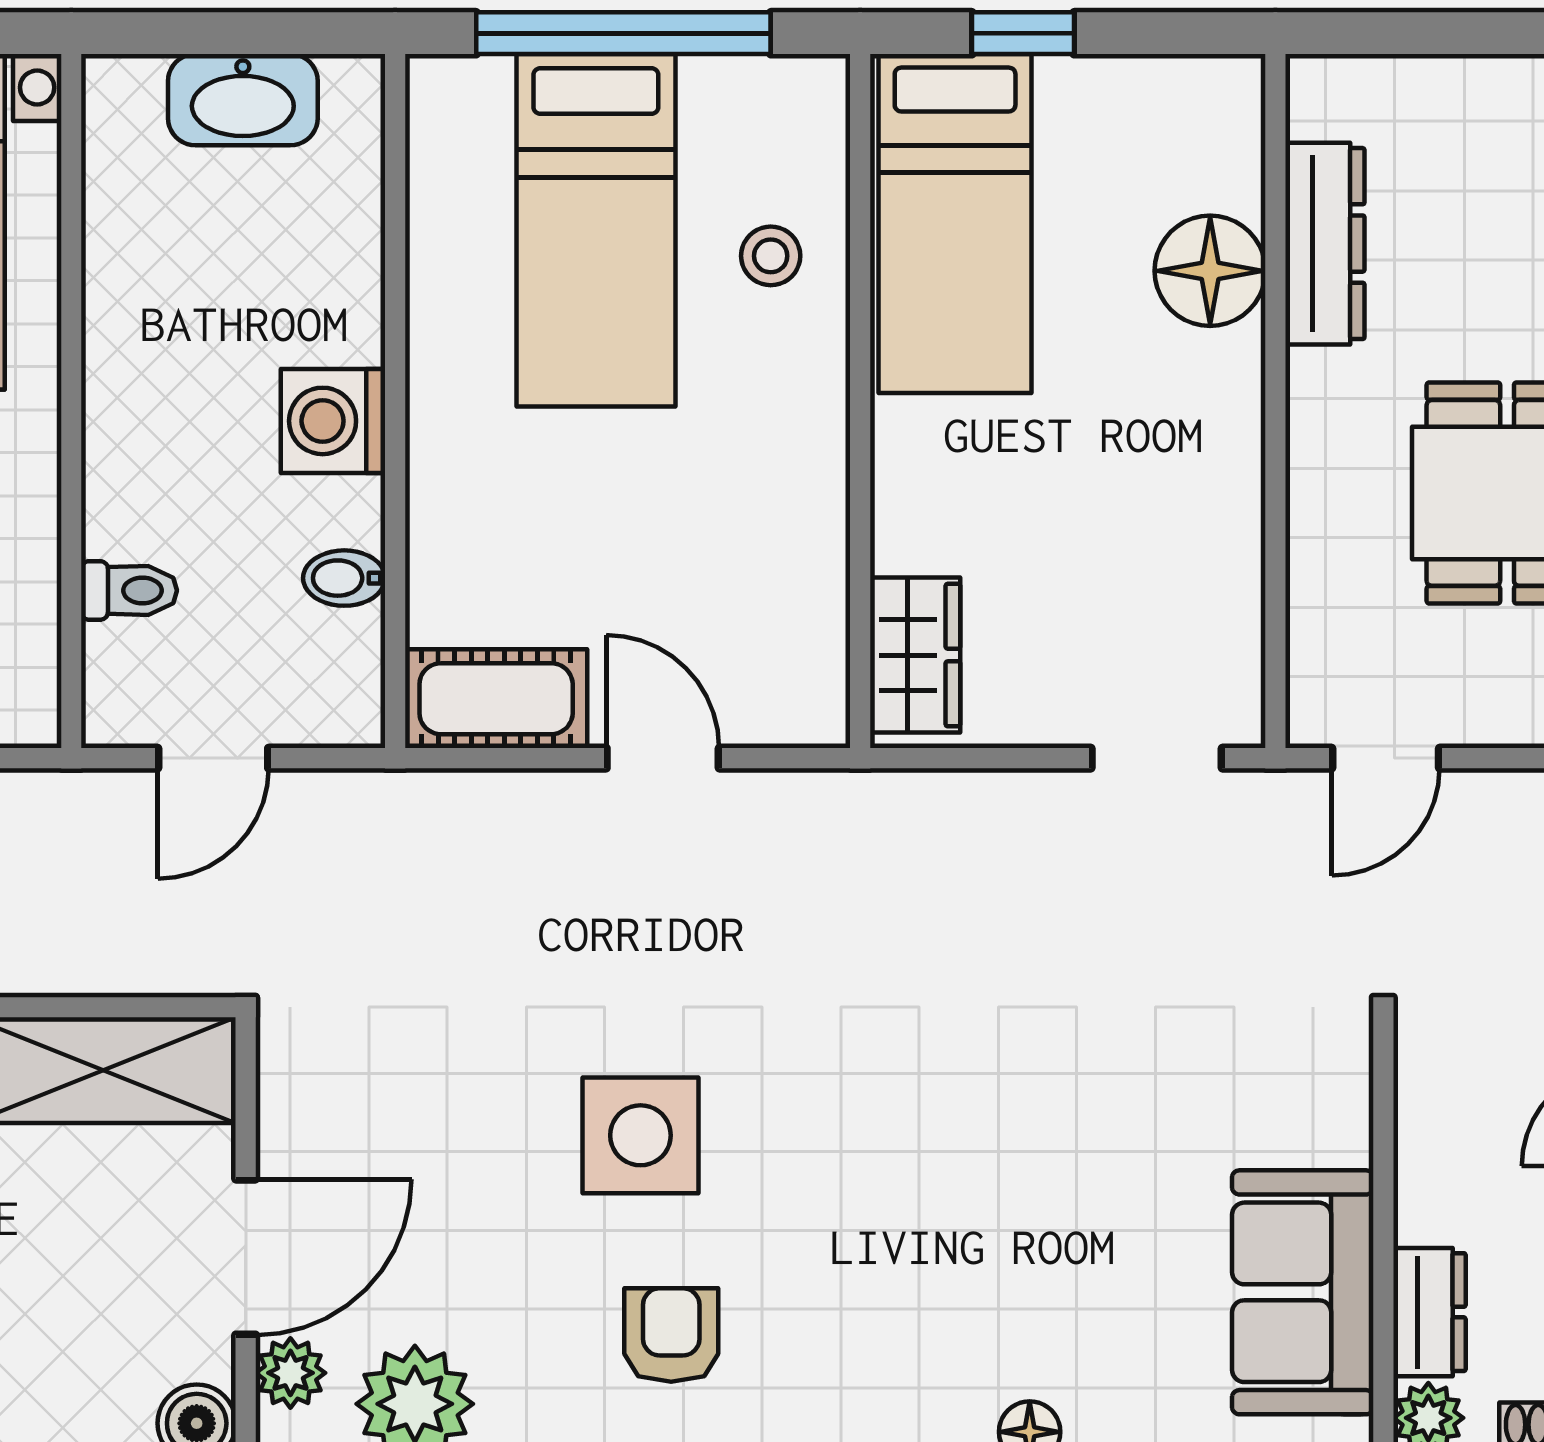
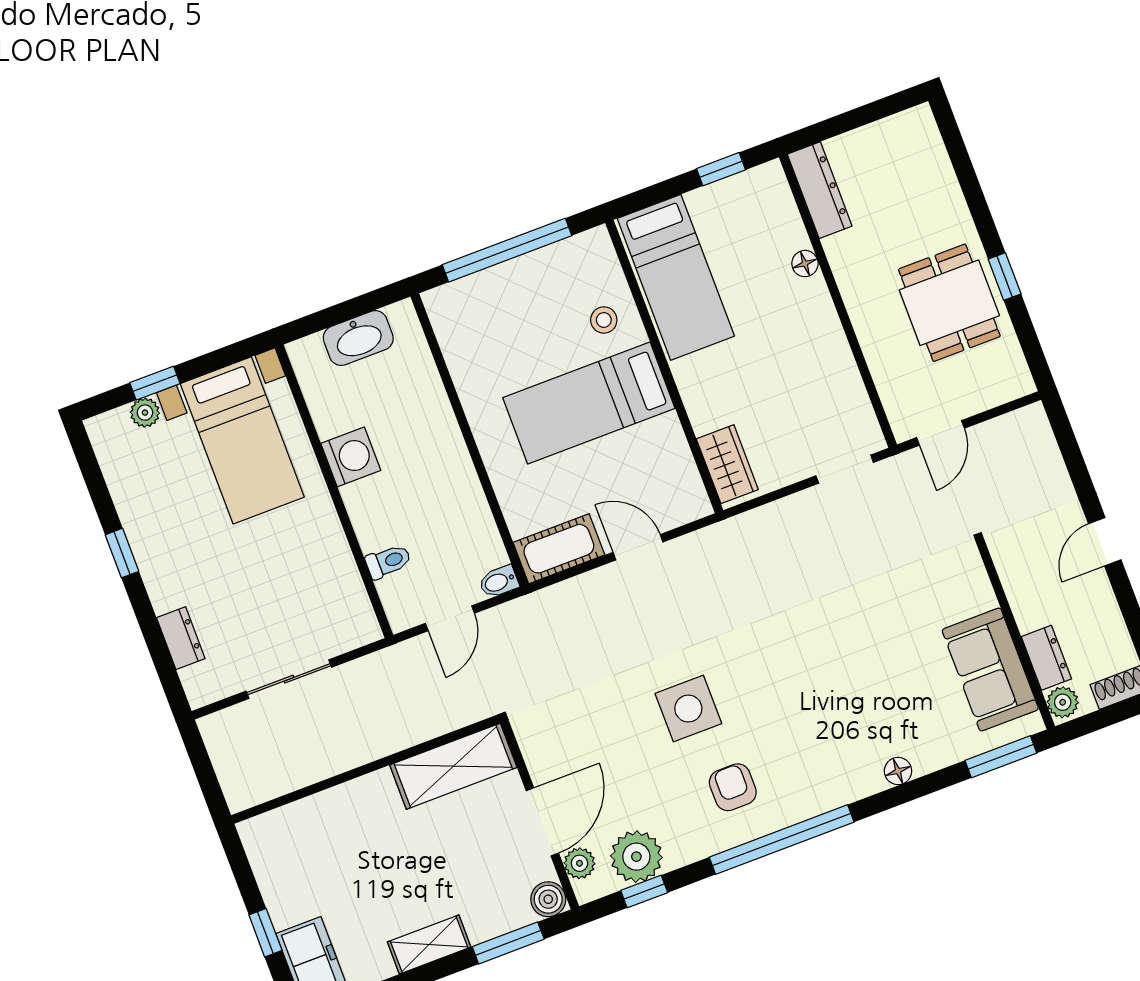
window: (1023, 33) -> (721, 169), moved
bed: (596, 230) -> (589, 403), moved, turned 90
dresser: (1325, 244) -> (820, 190), moved
floor lamp: (1210, 271) -> (805, 264), width x0.53, depth x0.53
washing machine: (333, 421) -> (351, 457), moved, turned 180
bidet: (344, 578) -> (499, 582), moved

